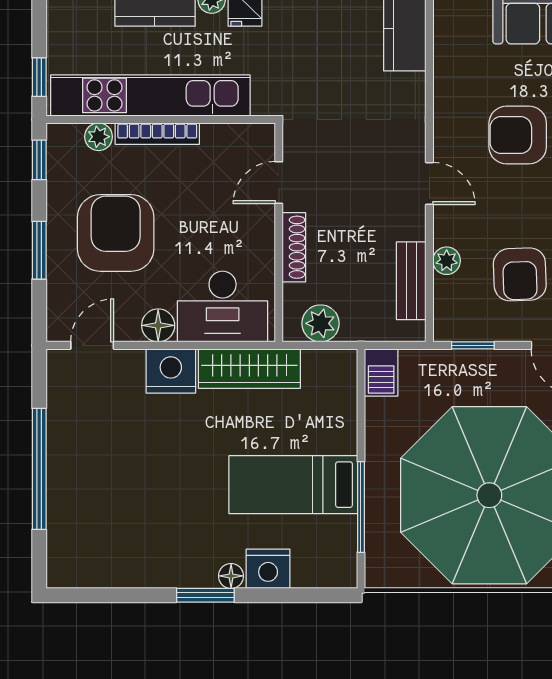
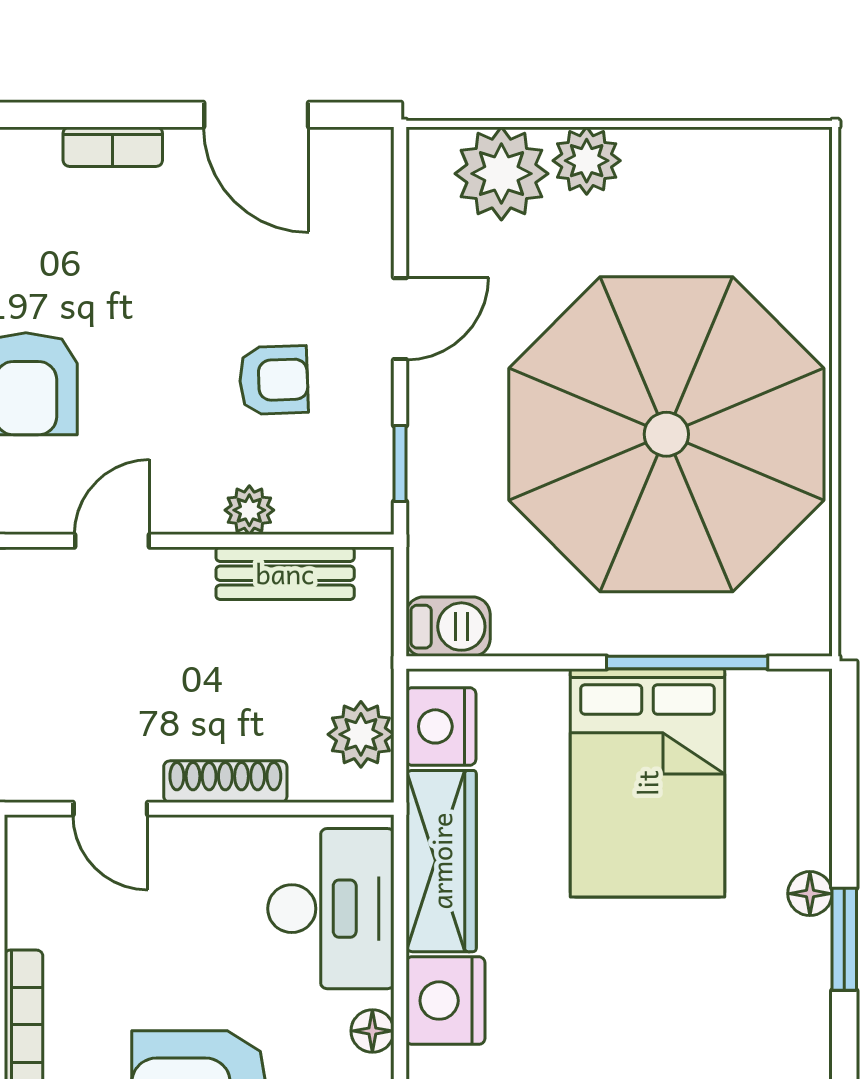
armchair: (520, 274) -> (274, 380), width x0.72, depth x0.72
floor lamp: (158, 325) -> (372, 1031), width x0.73, depth x0.73
bed: (293, 485) -> (647, 783), width x1.50
nightstand: (268, 569) -> (441, 726), moved, turned 180

